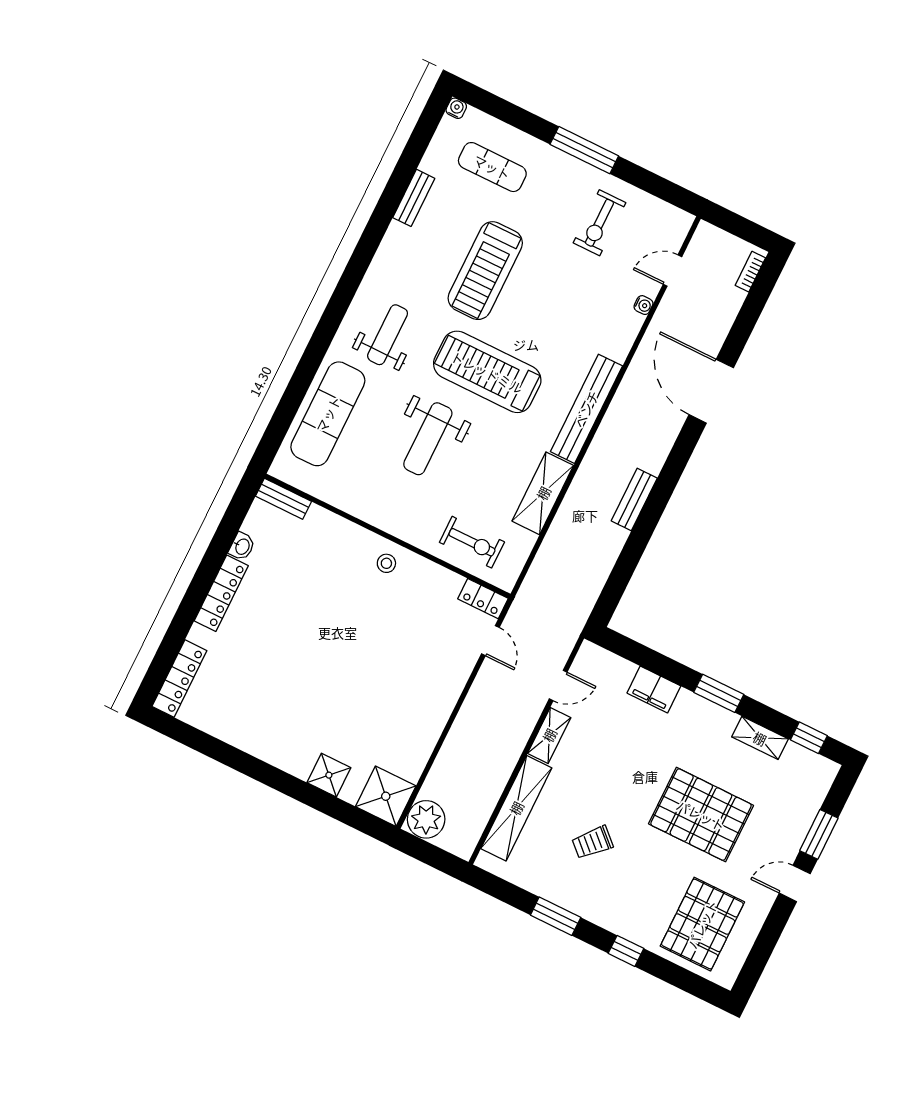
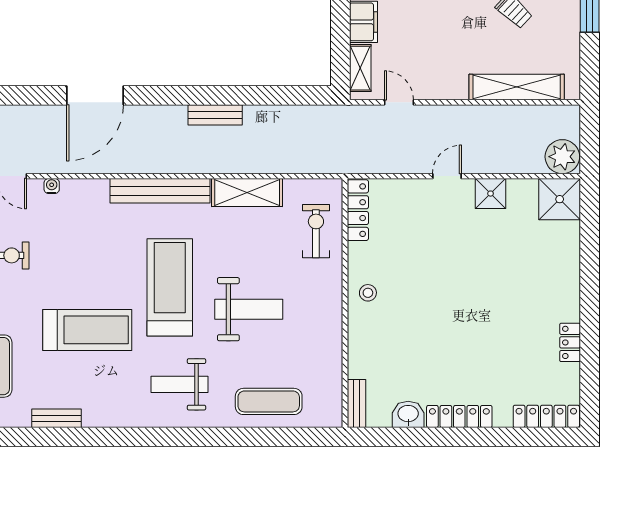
treadmill: (487, 372) -> (170, 287), turned 180
exercise mat: (328, 414) -> (269, 401), width x0.73, depth x0.69
washbasin: (242, 546) -> (408, 414), width x1.38, depth x1.45
locker: (483, 599) -> (358, 210), width x1.53
door: (490, 641) -> (447, 176), moved
shelving: (549, 735) -> (360, 68), moved, turned 90
locker: (240, 737) -> (570, 342), added
shower: (329, 775) -> (491, 194), moved

